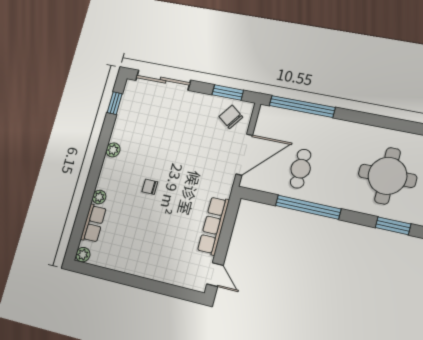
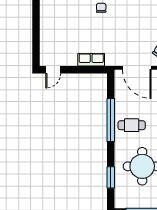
cafe table: (301, 169) -> (132, 125), moved
row of seats: (213, 226) -> (91, 60), width x0.68

